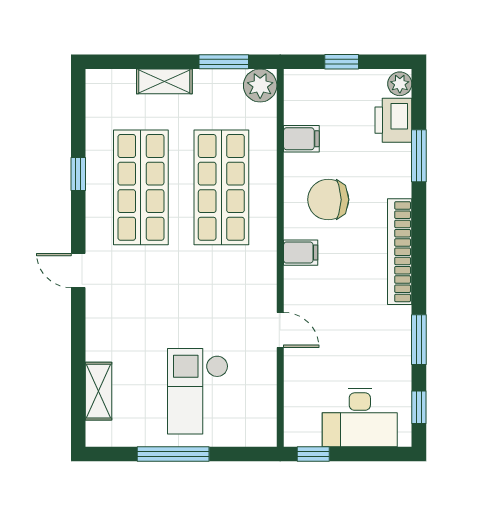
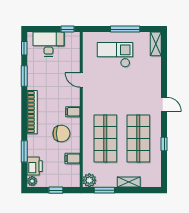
shelving: (99, 391) -> (156, 44), moved
checkout: (198, 391) -> (115, 55), turned -90

